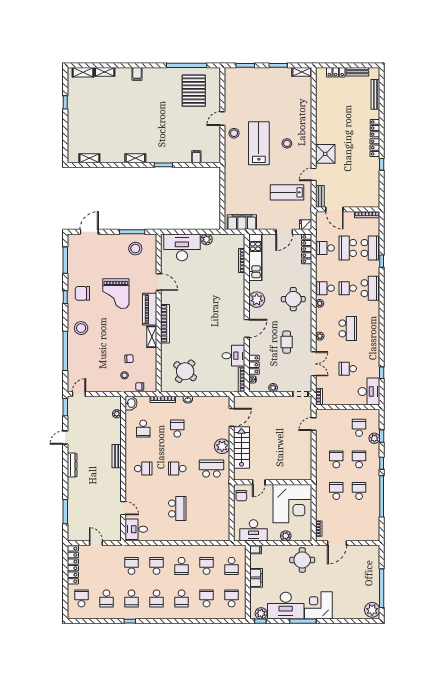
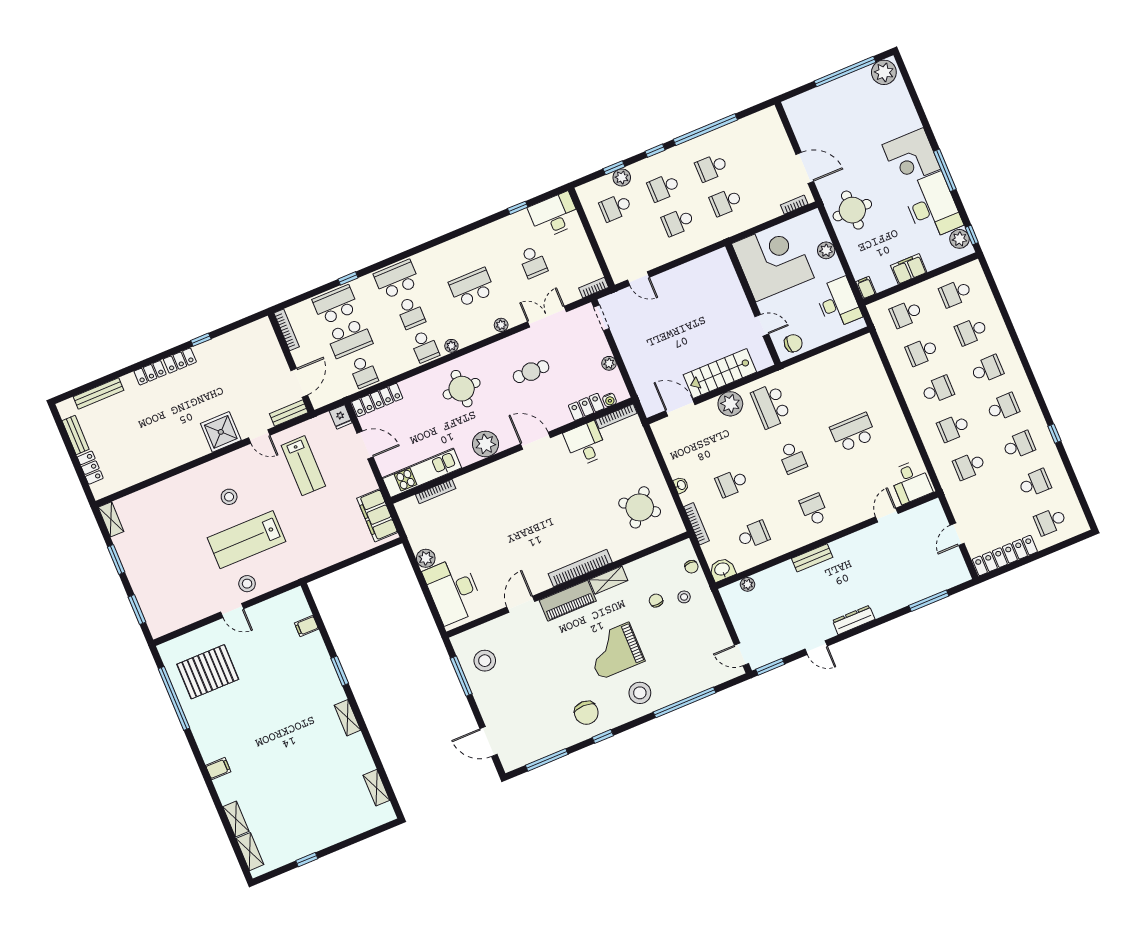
grand piano: (116, 294) -> (614, 651), moved, turned 180
school desk: (232, 566) -> (906, 314), turned 180

